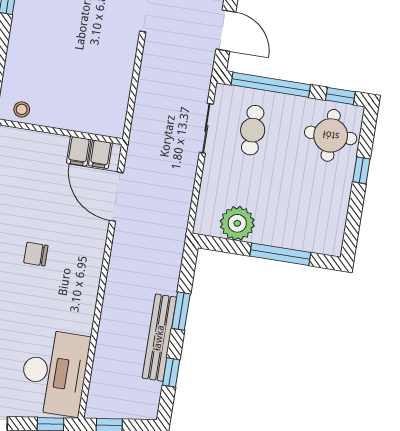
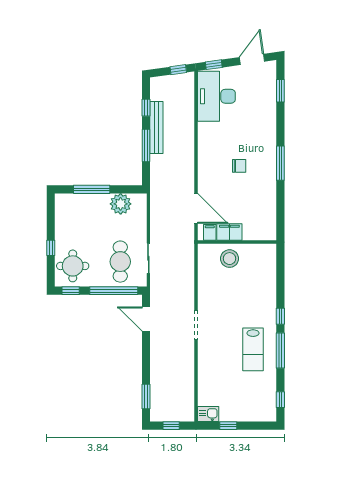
stool: (22, 109) -> (230, 259), moved, width x1.89, depth x1.89
cafe table: (253, 130) -> (120, 262), width x1.37, depth x1.35
filing cabinet: (79, 151) -> (229, 232), width x2.00
window: (181, 311) -> (146, 146), width x1.44

